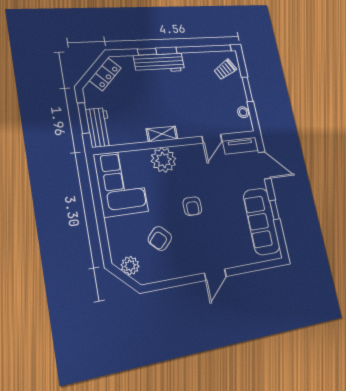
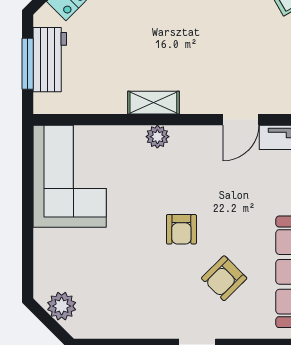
workbench: (99, 128) -> (50, 60), moved
plant: (163, 160) -> (157, 137), width x0.53, depth x0.53
armchair: (160, 238) -> (224, 278), moved

